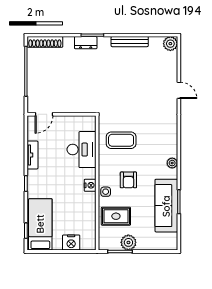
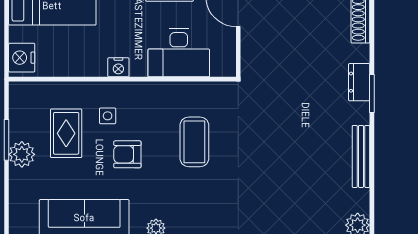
desk: (81, 150) -> (179, 53), moved
wall: (97, 183) -> (122, 79), moved
nightstand: (90, 185) -> (118, 67), moved

